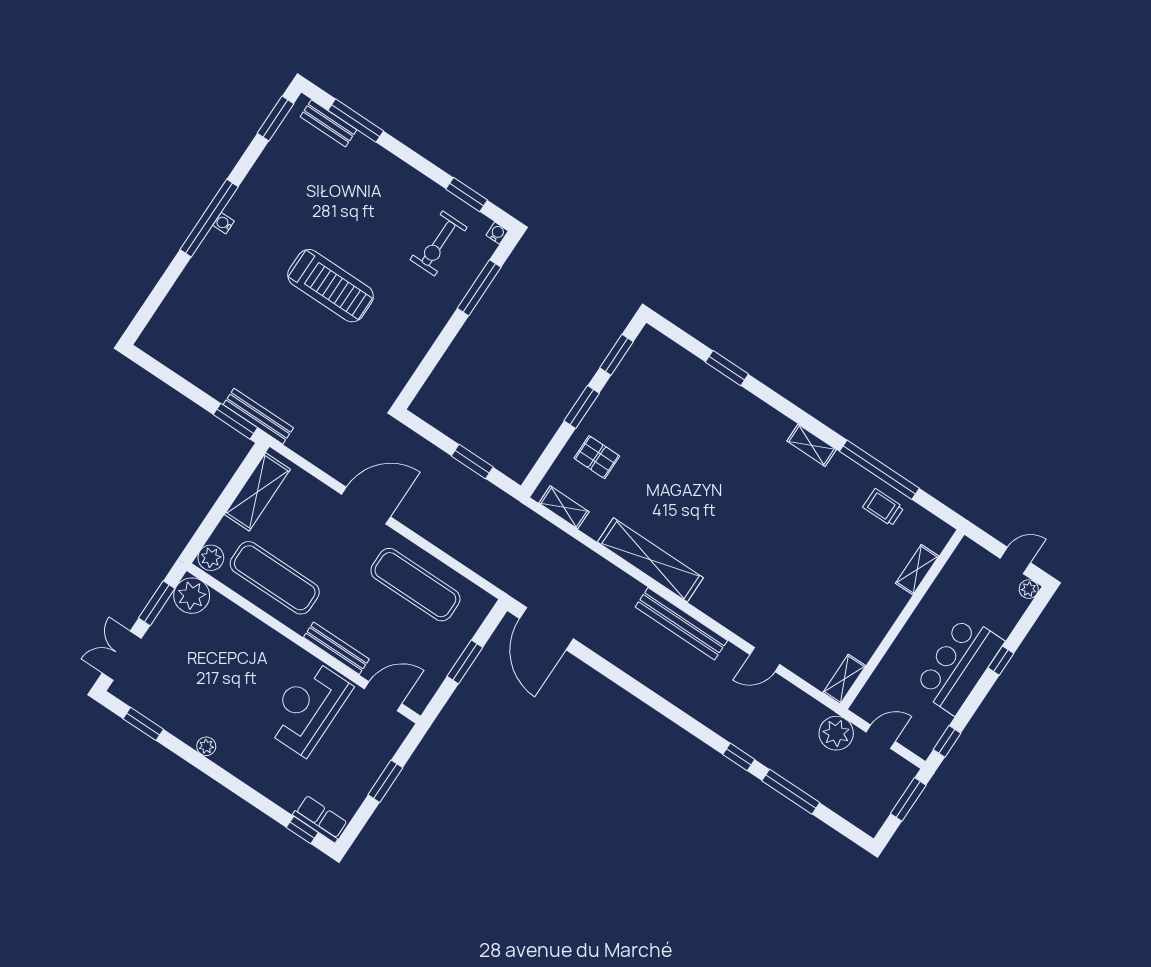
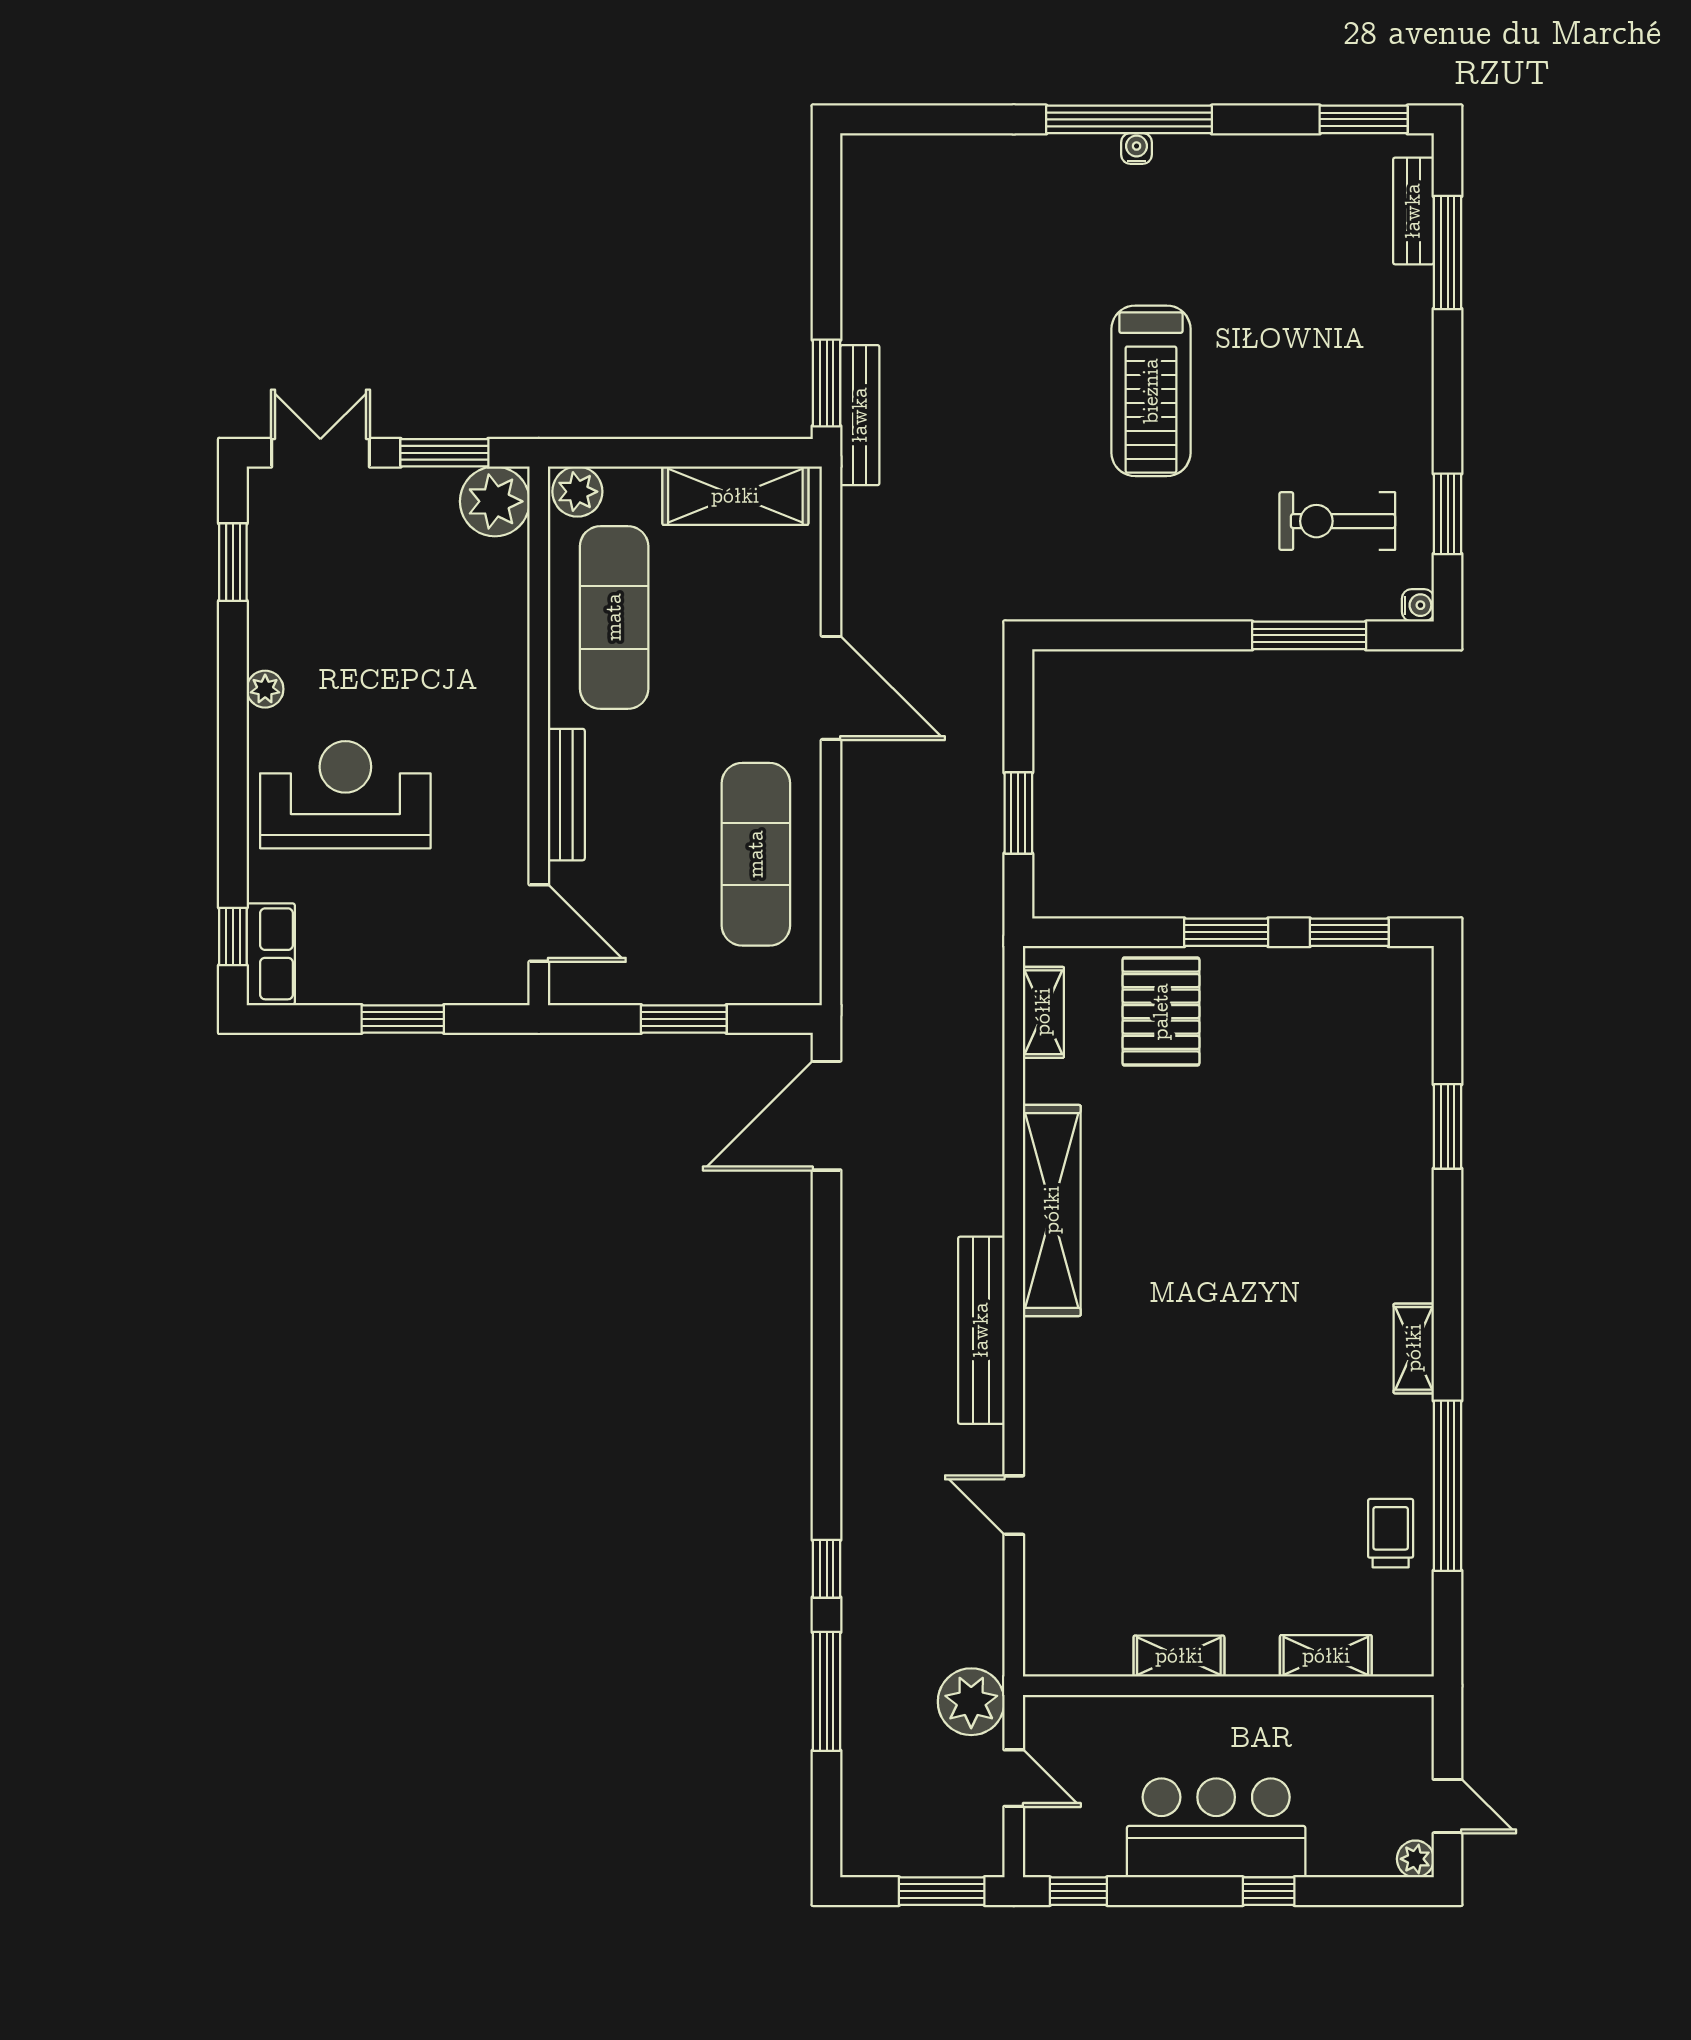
pallet: (597, 457) -> (1161, 1012), width x1.50, depth x1.42
shelving: (844, 679) -> (1179, 1656), moved
reception desk: (308, 708) -> (345, 795), moved

